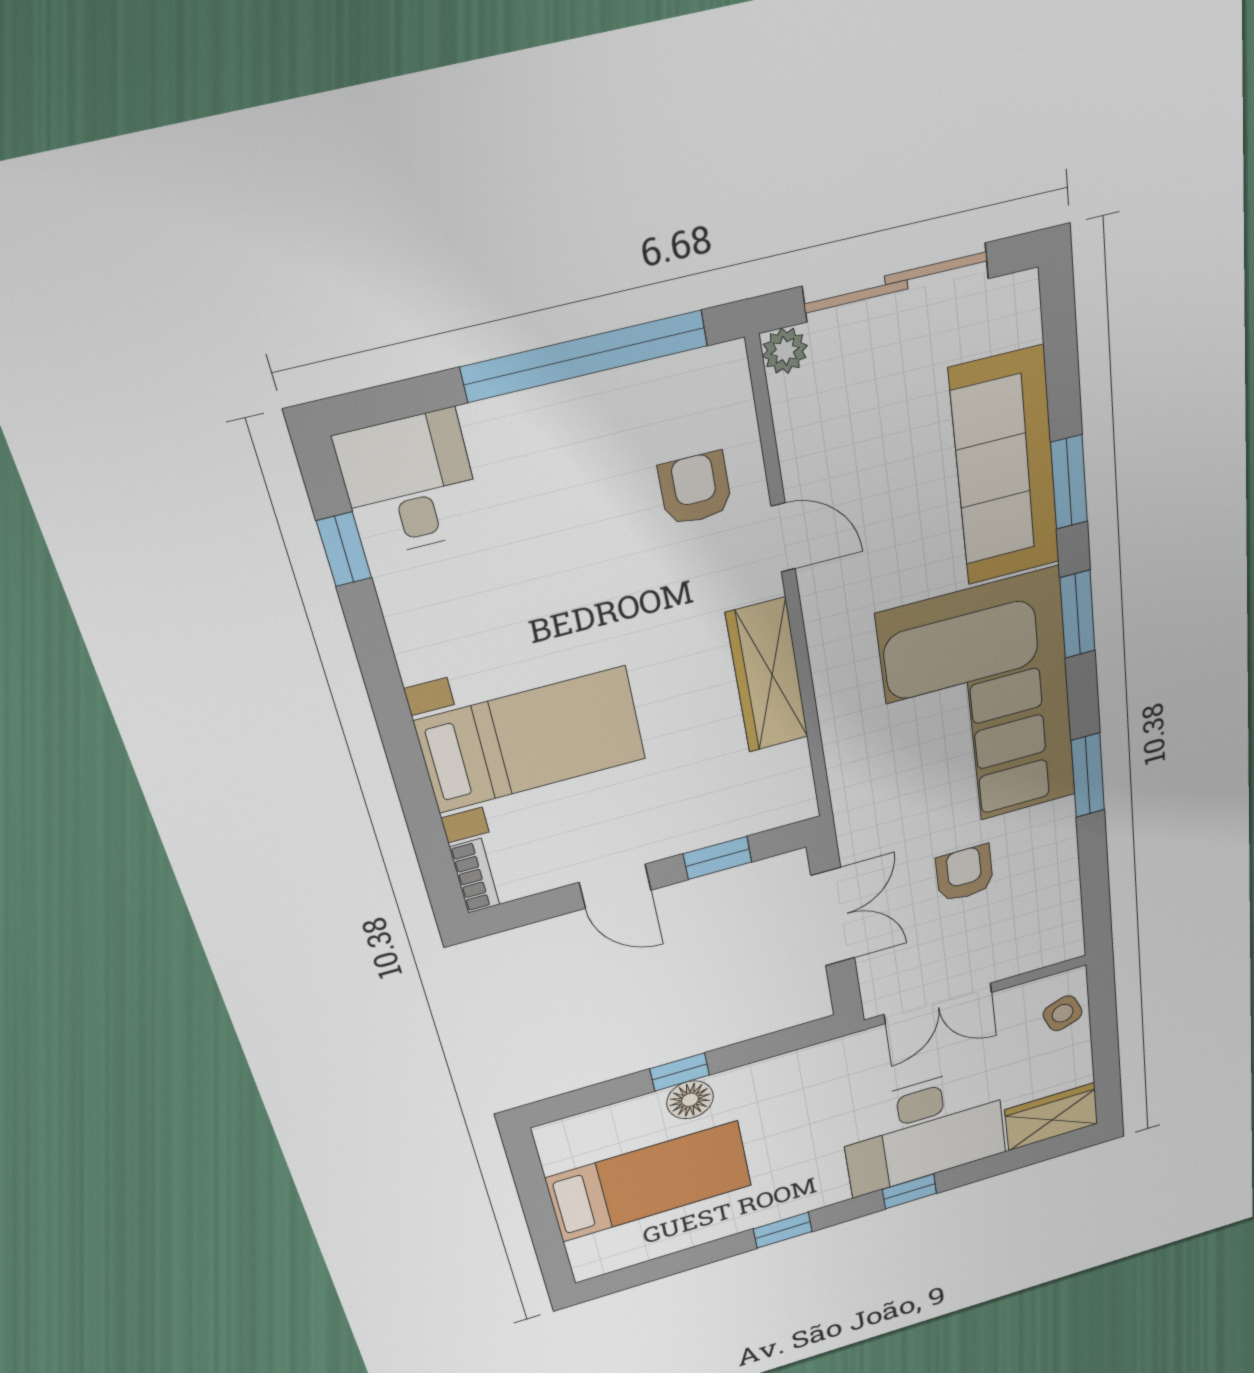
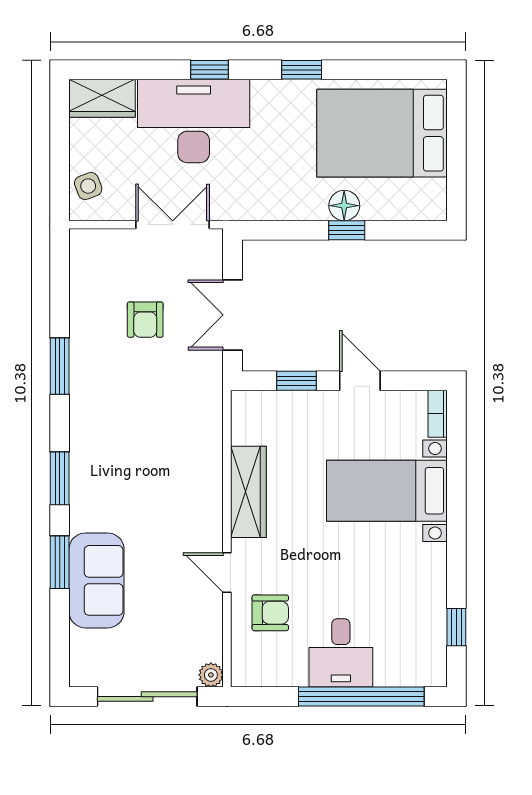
window: (585, 356) -> (361, 697), moved
sofa: (1005, 468) -> (96, 580), width x0.73
desk: (410, 484) -> (341, 653), moved
armchair: (695, 489) -> (270, 613), turned -90
corner sofa: (979, 707) -> (125, 434), removed
bed: (650, 1182) -> (382, 133), width x1.50

